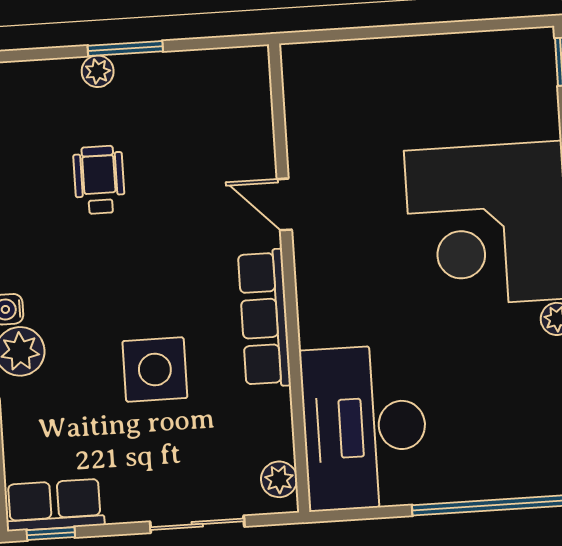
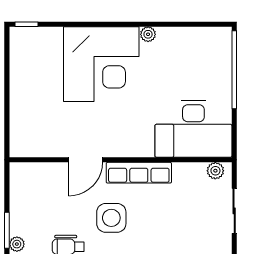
door: (284, 204) -> (86, 160), width x1.38
side table: (155, 370) -> (111, 218), moved

